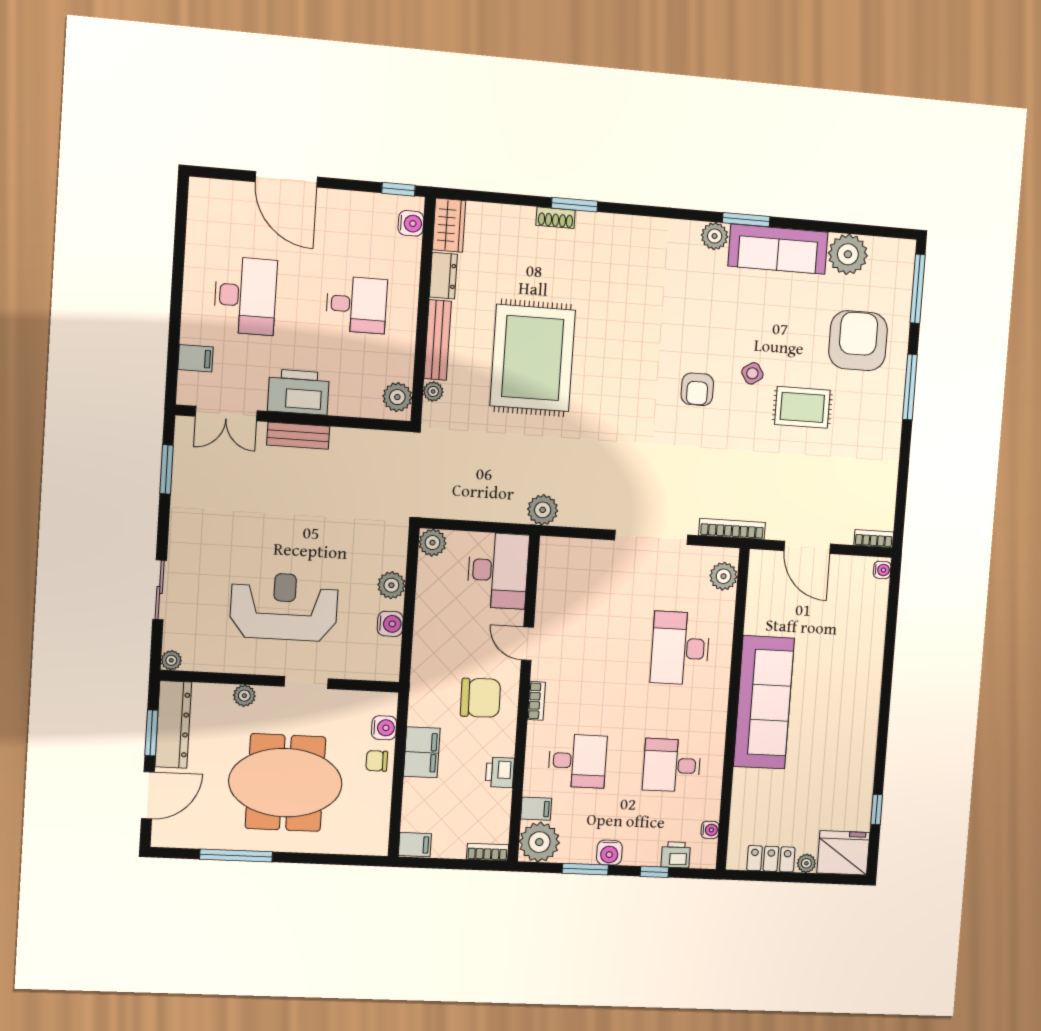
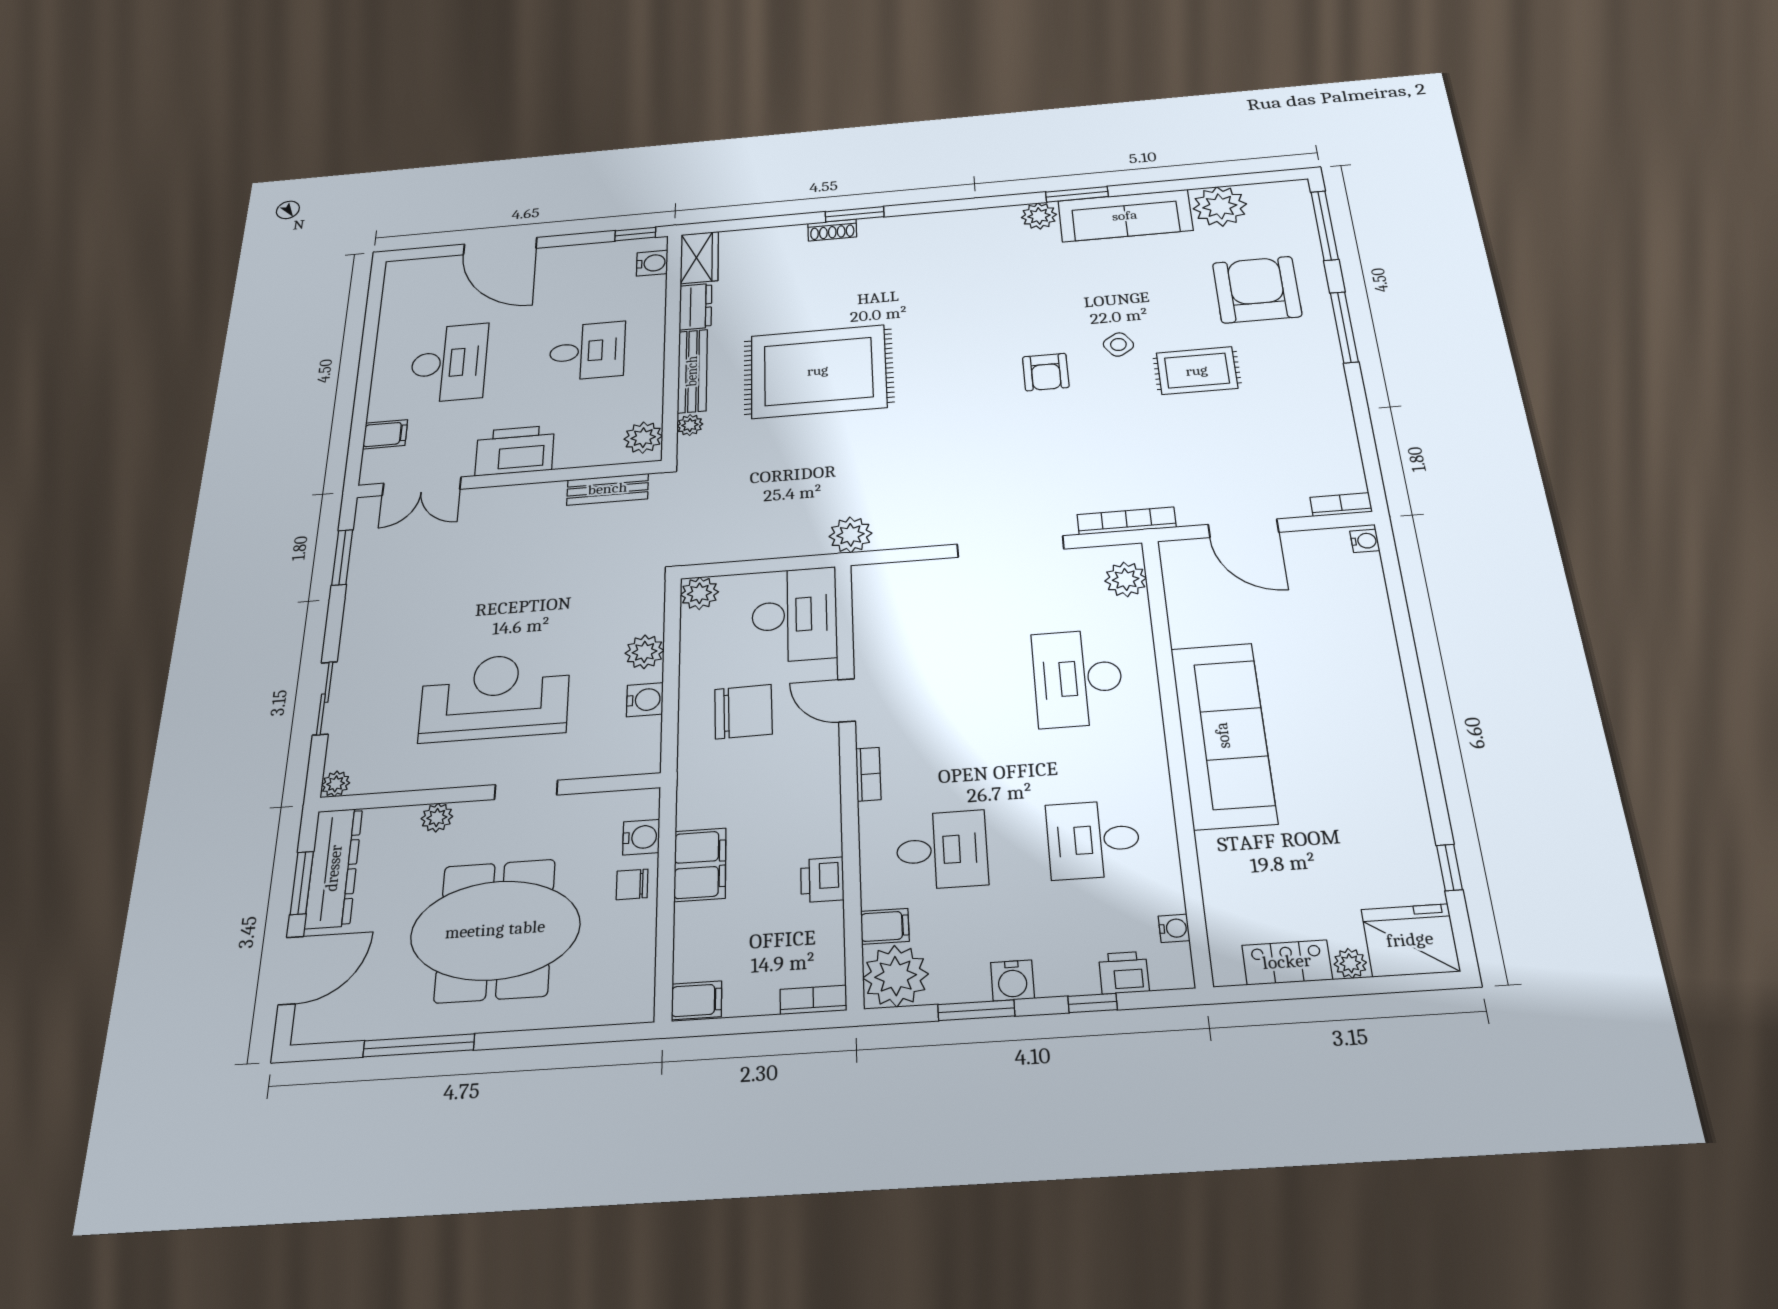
rug: (533, 358) -> (818, 371), turned 90
bench: (298, 436) -> (608, 489), moved
chair: (480, 698) -> (743, 712), moved

